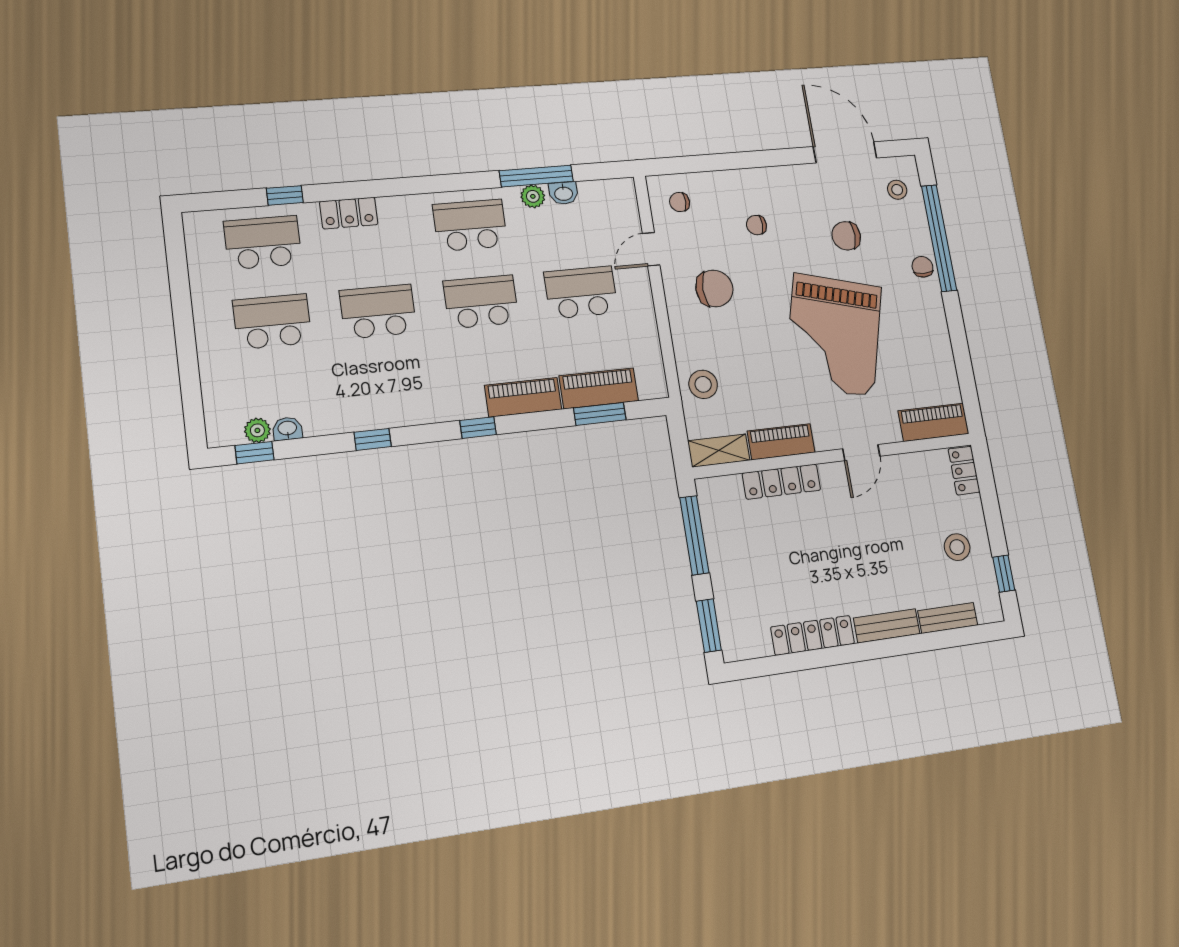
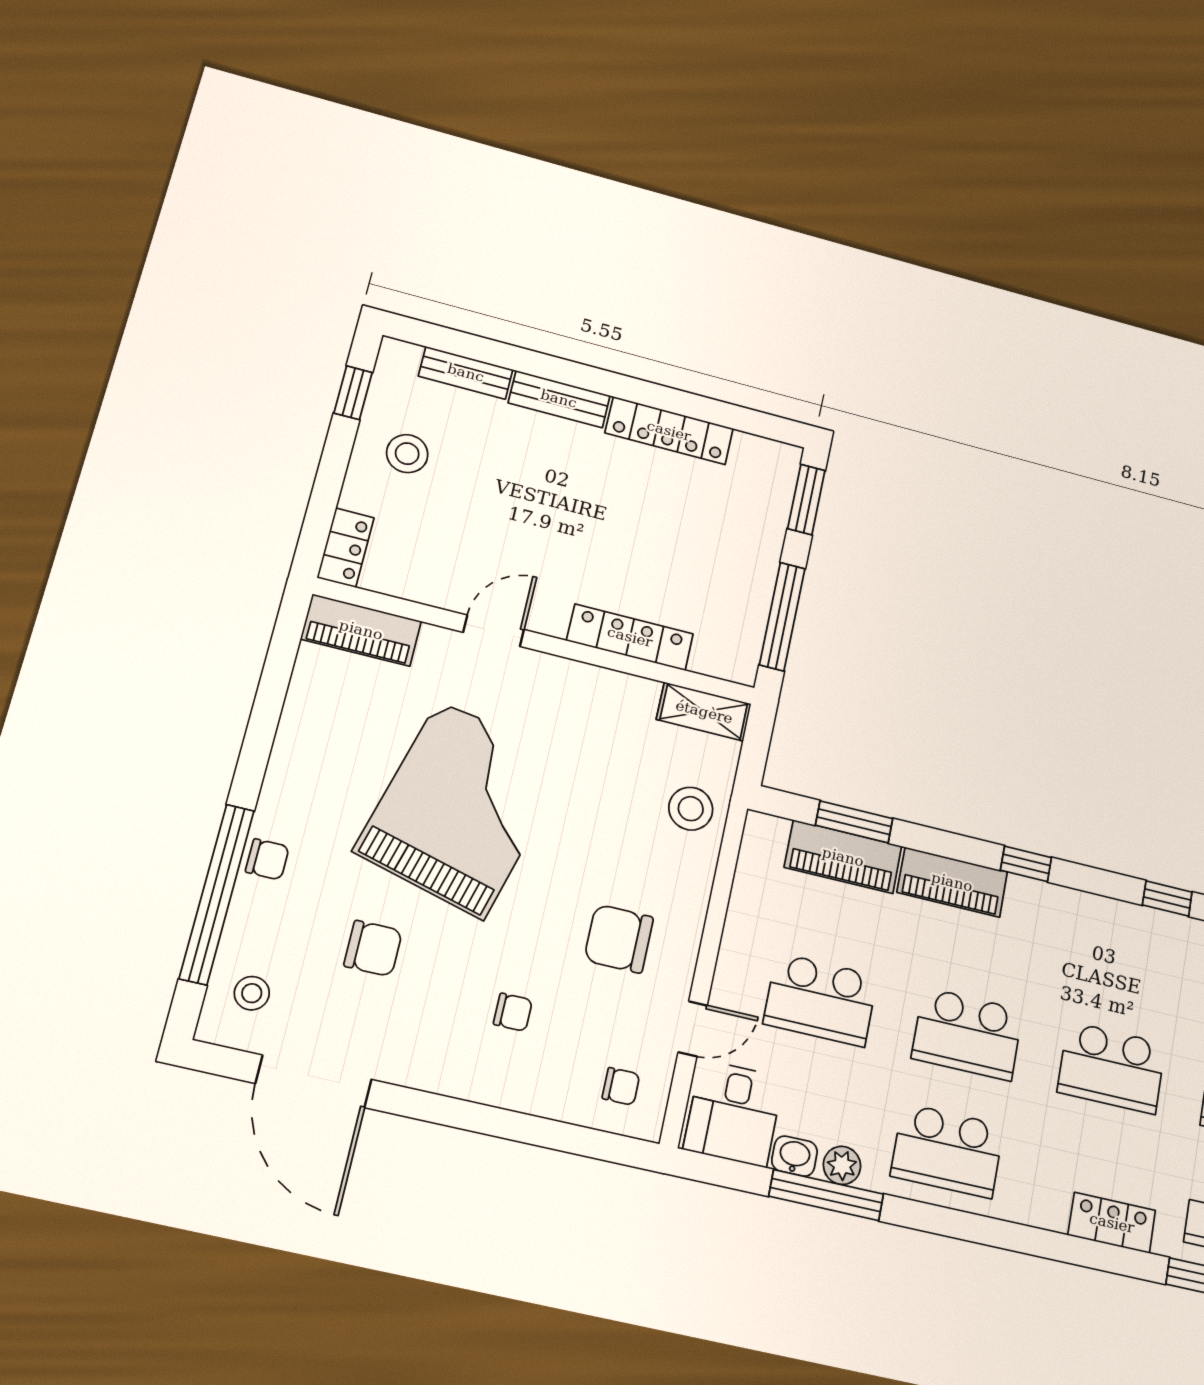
desk: (609, 207) -> (734, 1113), added
chair: (922, 267) -> (267, 859), turned -90
piano: (781, 442) -> (608, 690), removed

